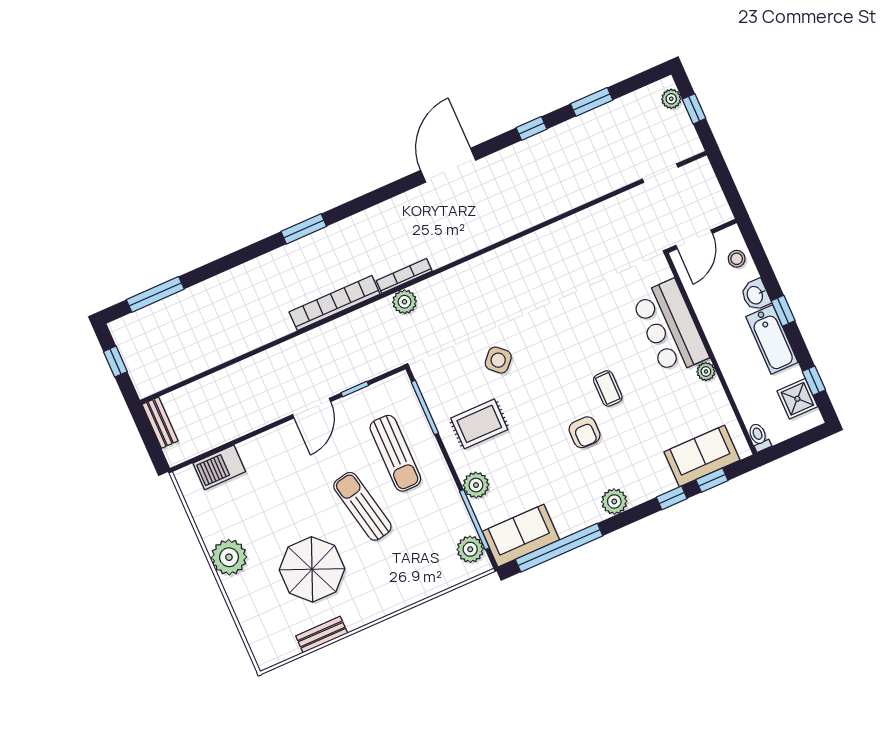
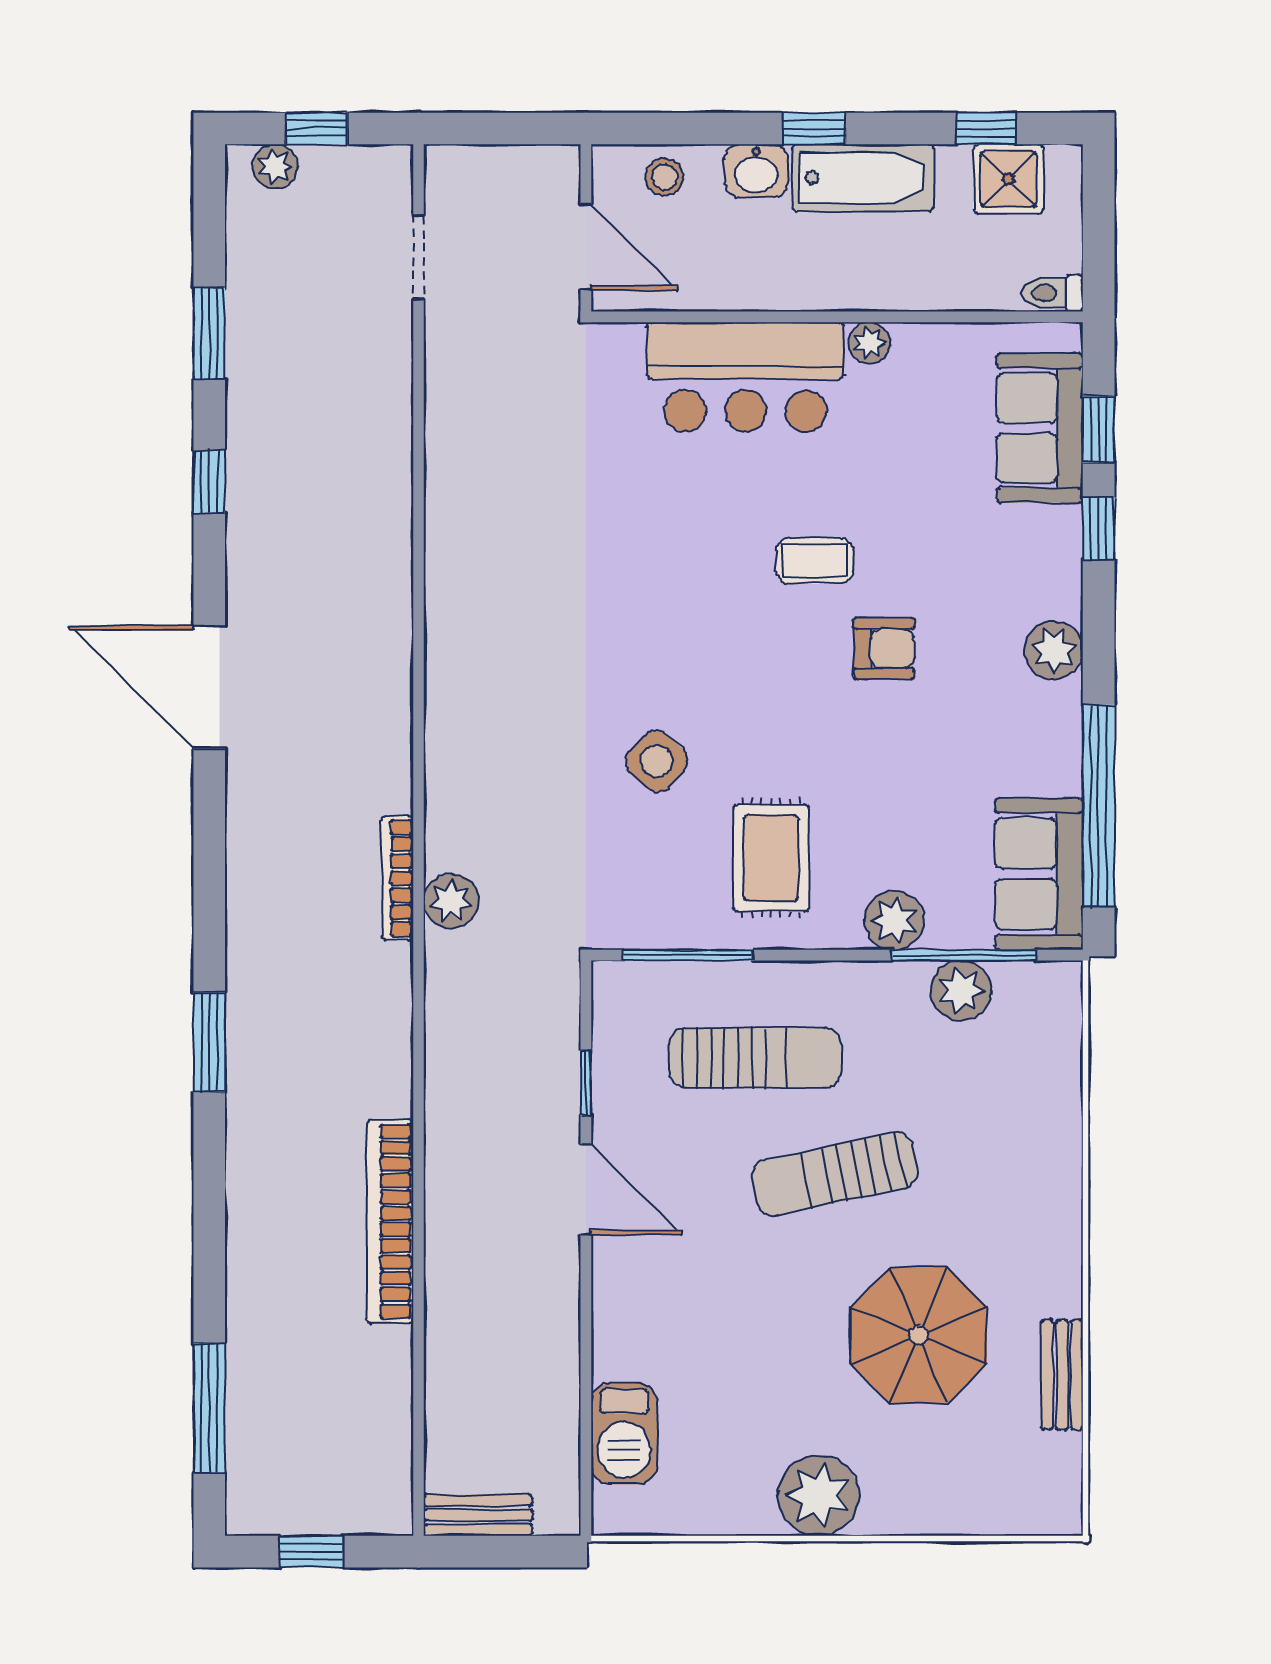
bookcase: (335, 303) -> (390, 1221), moved
plant: (470, 549) -> (961, 991), moved

